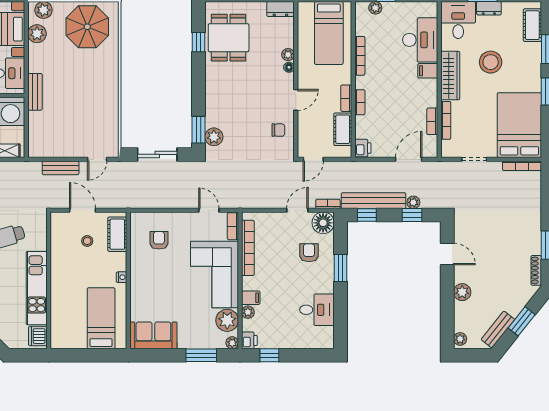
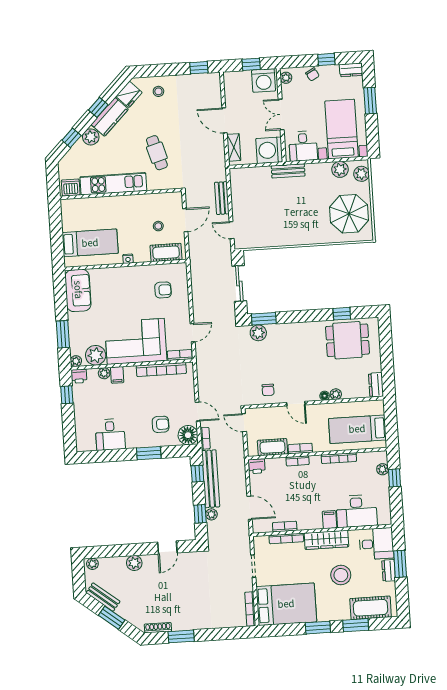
cot: (532, 25) -> (371, 608), width x1.37, depth x1.34

